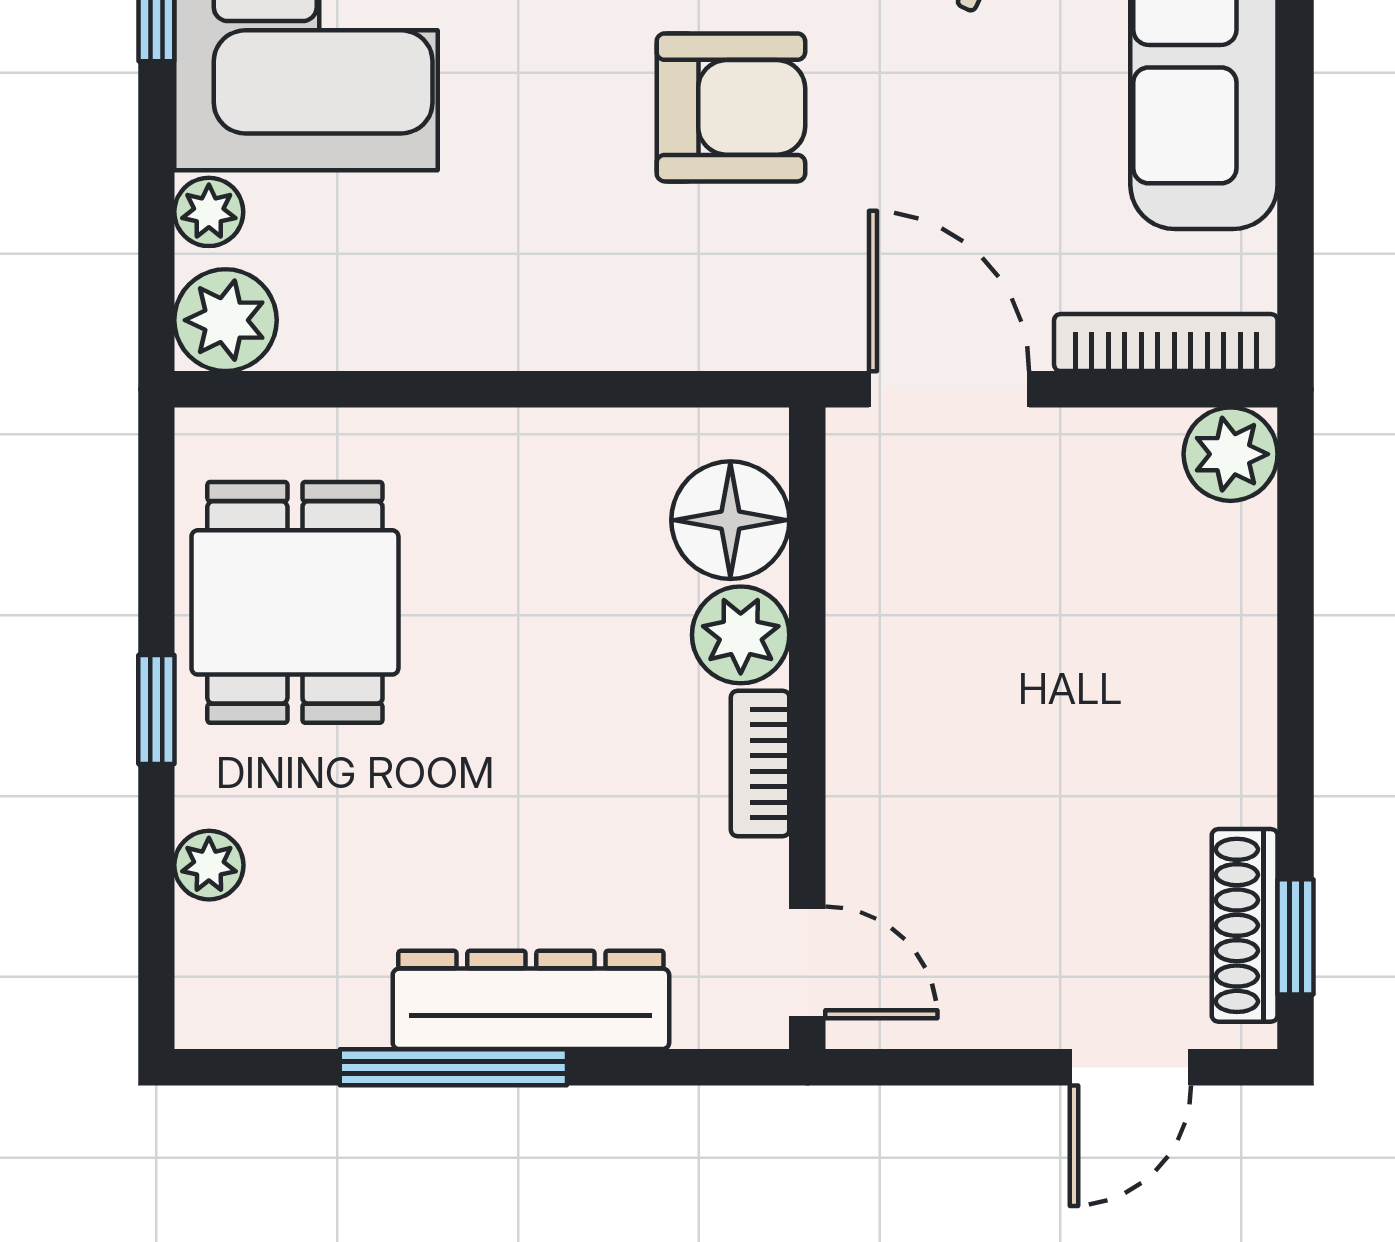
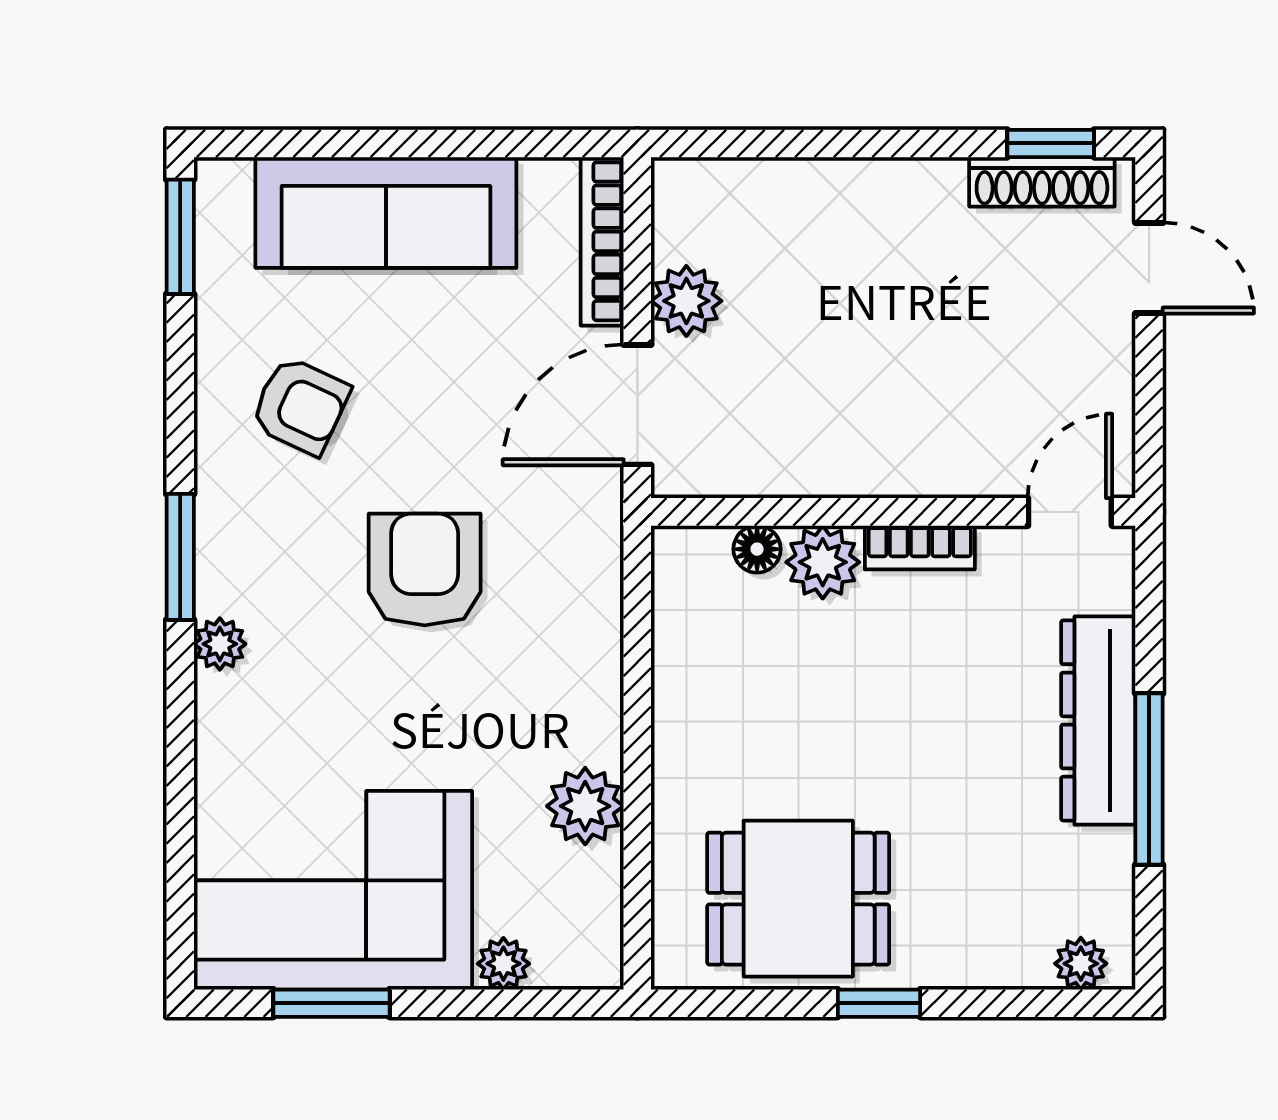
plant: (226, 320) -> (585, 806), moved
plant: (1231, 454) -> (686, 301), moved
floor lamp: (730, 520) -> (757, 549), width x0.53, depth x0.53
plant: (209, 865) -> (1081, 964), moved

